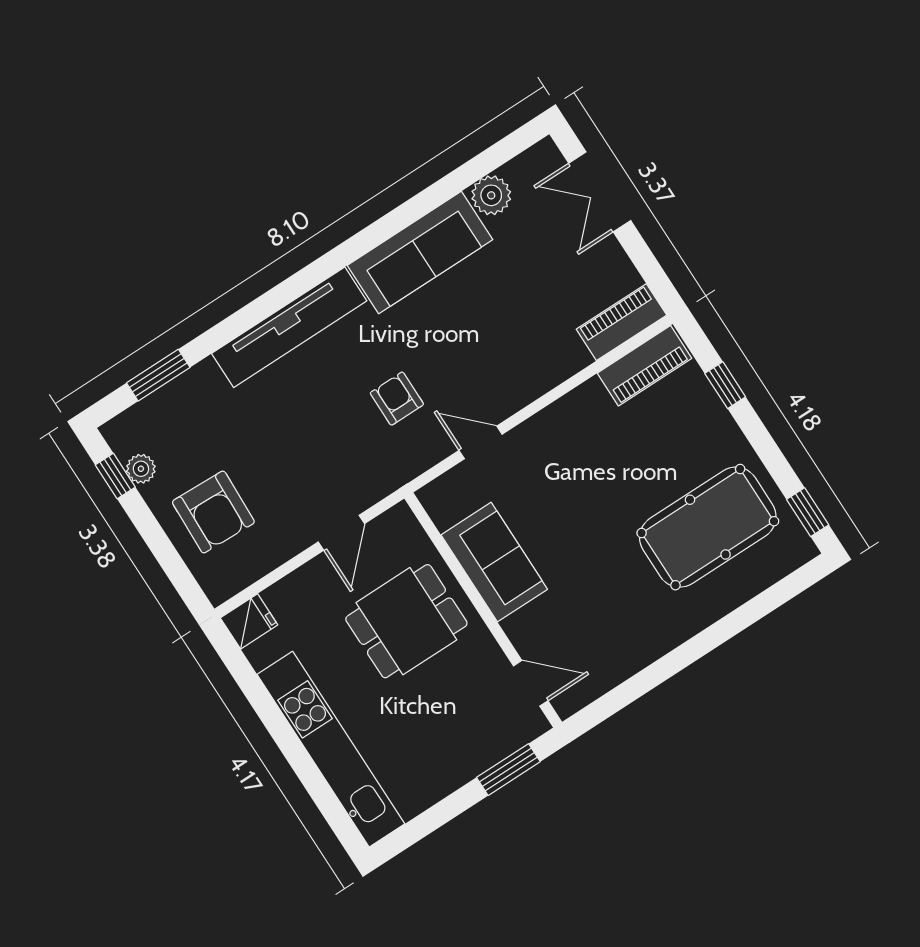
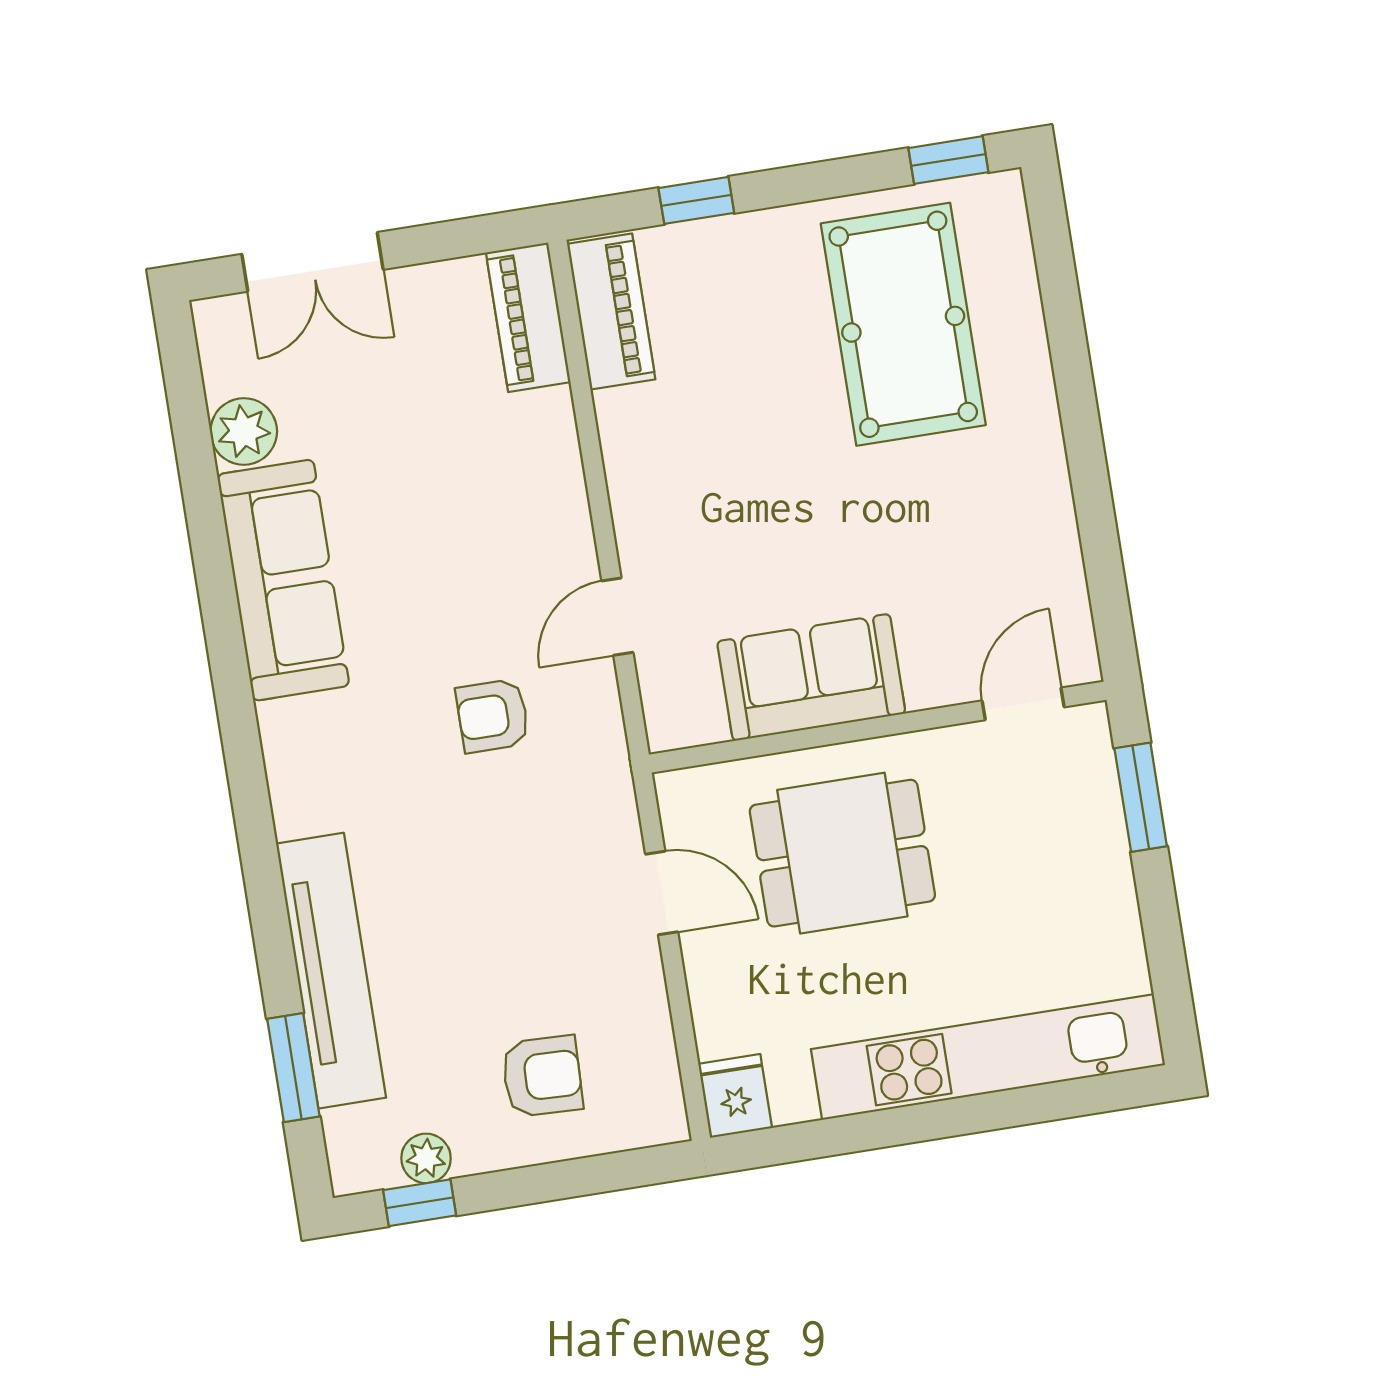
tv unit: (289, 327) -> (331, 971), moved
armchair: (213, 512) -> (542, 1076), width x0.72, depth x0.72
dining table: (406, 621) -> (842, 853), turned 90

